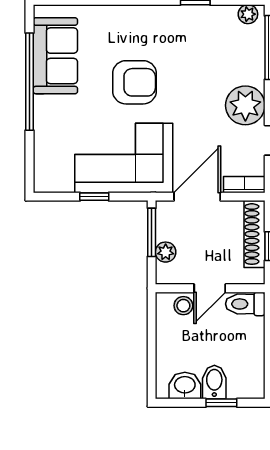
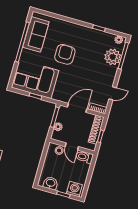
armchair: (134, 82) -> (65, 54), turned -90
plant: (245, 105) -> (113, 57), moved
corner sofa: (124, 158) -> (35, 79), moved
door: (210, 288) -> (72, 147), hinge flipped
bidet: (214, 382) -> (63, 185), removed
washing machine: (243, 384) -> (74, 189), added

